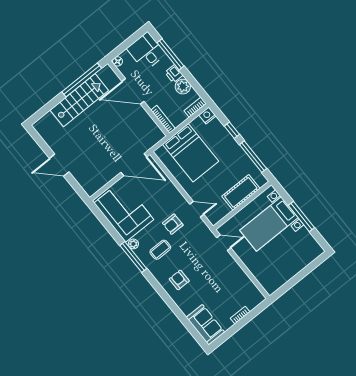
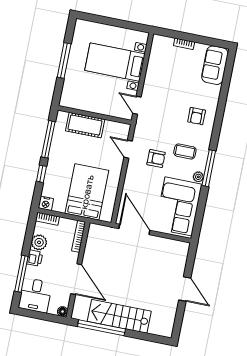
bed with nightstands: (269, 224) -> (115, 62), moved, turned 180

